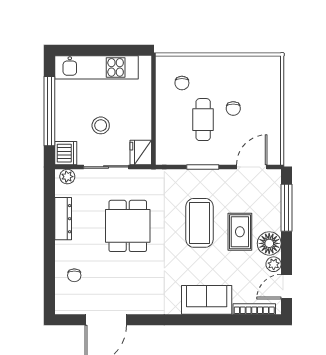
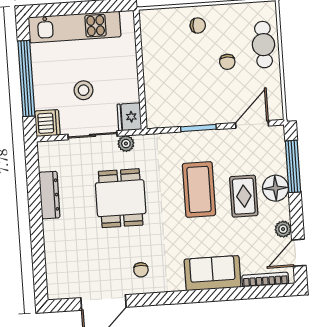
chair: (182, 83) -> (198, 25), moved, turned -90
cafe table: (203, 120) -> (263, 45), moved
plant: (67, 177) -> (126, 144), moved
floor lamp: (269, 243) -> (276, 188), moved
chair: (74, 275) -> (141, 270), moved

